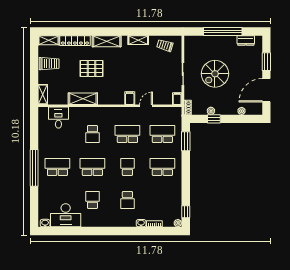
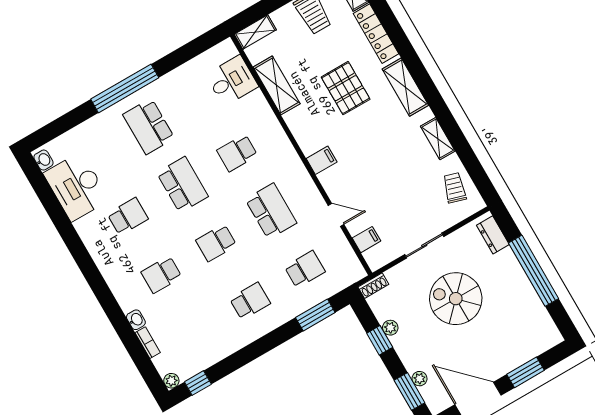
dresser: (246, 40) -> (493, 235), moved
filing cabinet: (130, 98) -> (322, 160), moved
shelving: (83, 99) -> (277, 85), moved
filing cabinet: (177, 99) -> (366, 240), moved
window: (245, 119) -> (409, 392), added
school desk: (162, 134) -> (305, 269), width x0.54
school desk: (57, 167) -> (149, 126), turned 180
school desk: (127, 167) -> (216, 243), turned 180
school desk: (162, 167) -> (250, 301), width x0.54

